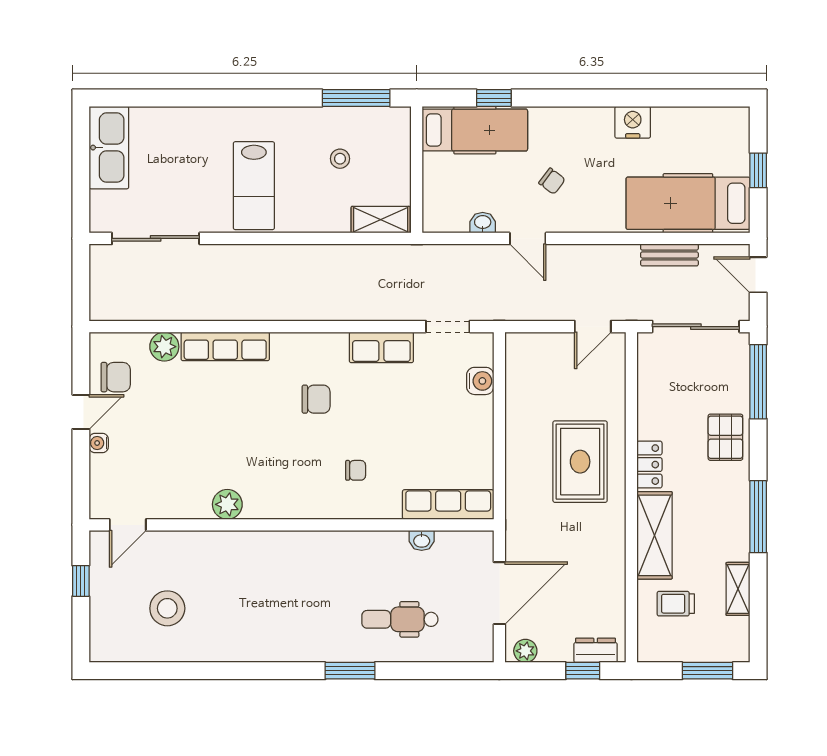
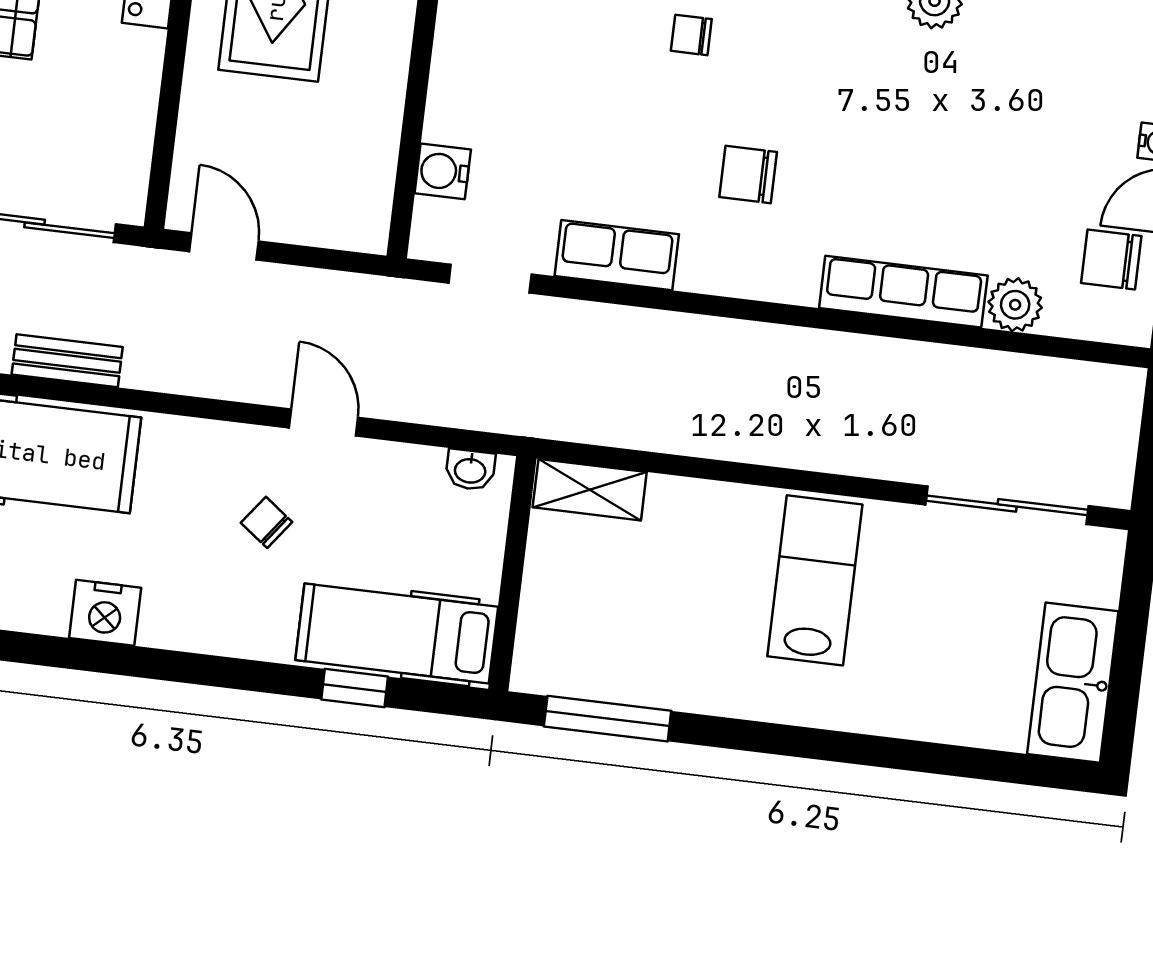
stool: (340, 159) -> (651, 611), removed
washbasin: (483, 223) -> (470, 470), moved
door: (593, 327) -> (224, 246), hinge flipped

